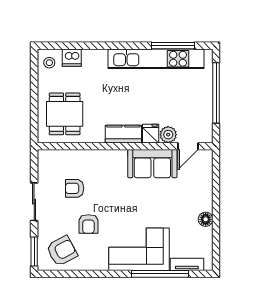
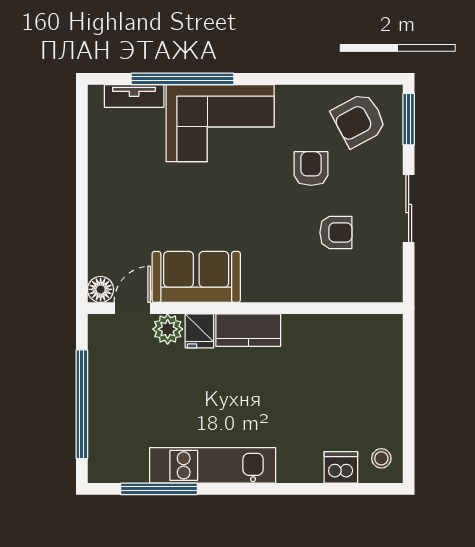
kitchen unit: (156, 59) -> (213, 465), width x0.73
dining table: (65, 114) -> (354, 366), removed
floor lamp: (206, 219) -> (101, 289), moved

